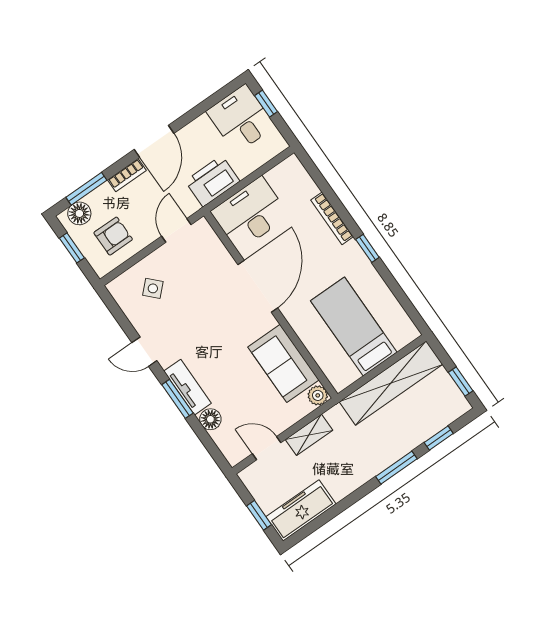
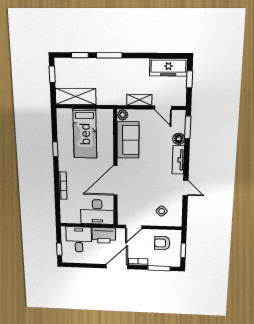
desk: (241, 119) -> (79, 239), moved, turned 180
floor lamp: (79, 213) -> (169, 261), removed
window: (367, 248) -> (55, 149), moved
shelving: (391, 383) -> (76, 97), width x0.68
window: (177, 399) -> (188, 127), moved

